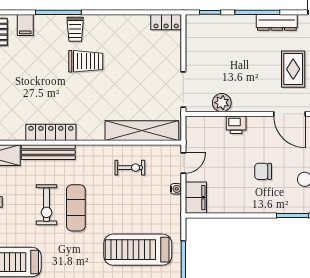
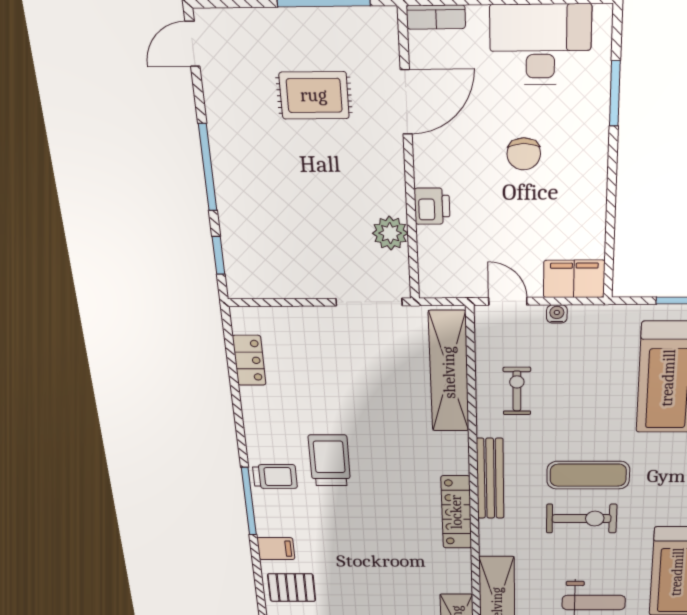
locker: (166, 22) -> (249, 360), moved
dresser: (277, 22) -> (223, 129), removed
bench: (48, 152) -> (490, 479), moved

